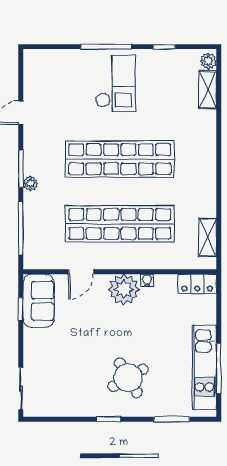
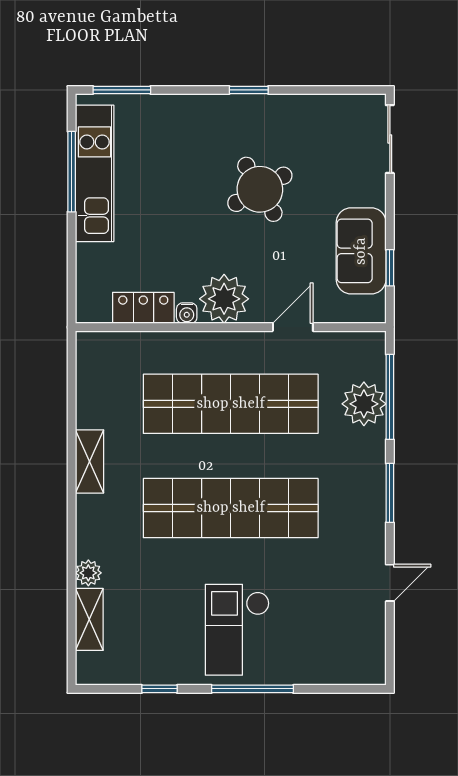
plant: (208, 61) -> (88, 573), moved
plant: (30, 183) -> (364, 404), moved, width x1.87, depth x1.87
shelving: (208, 237) -> (90, 461), moved
locker: (197, 284) -> (143, 308), moved
sofa: (39, 301) -> (361, 251), moved
round table: (128, 378) -> (260, 189), moved
window: (172, 419) -> (122, 90), moved

